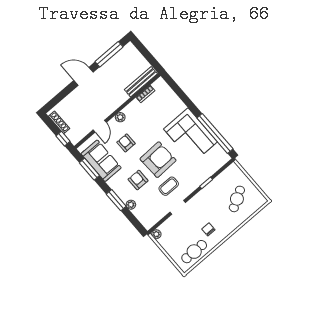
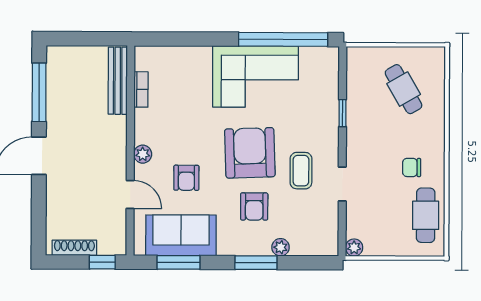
armchair: (126, 143) -> (186, 178), turned -90
armchair: (138, 180) -> (254, 207), turned -90

